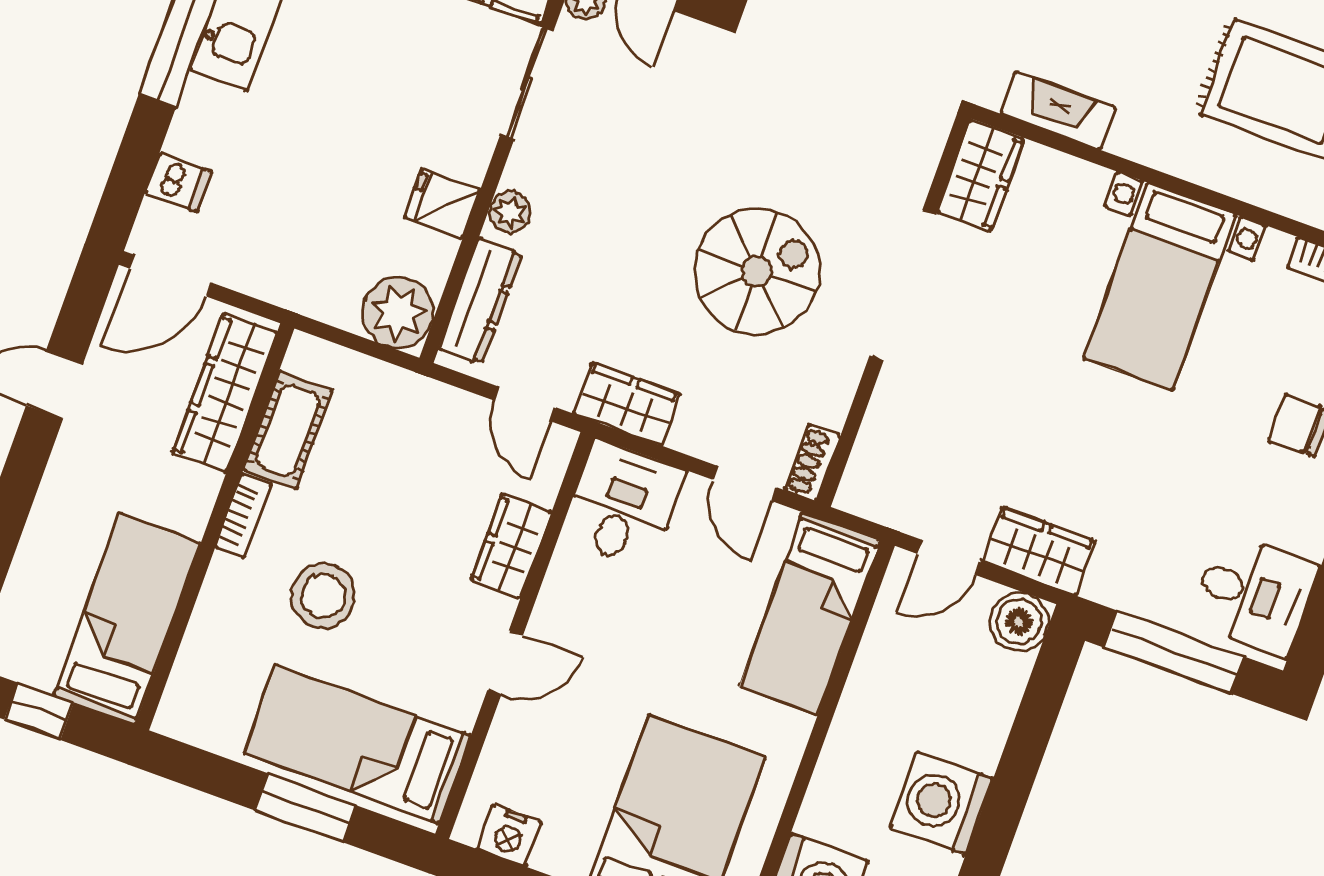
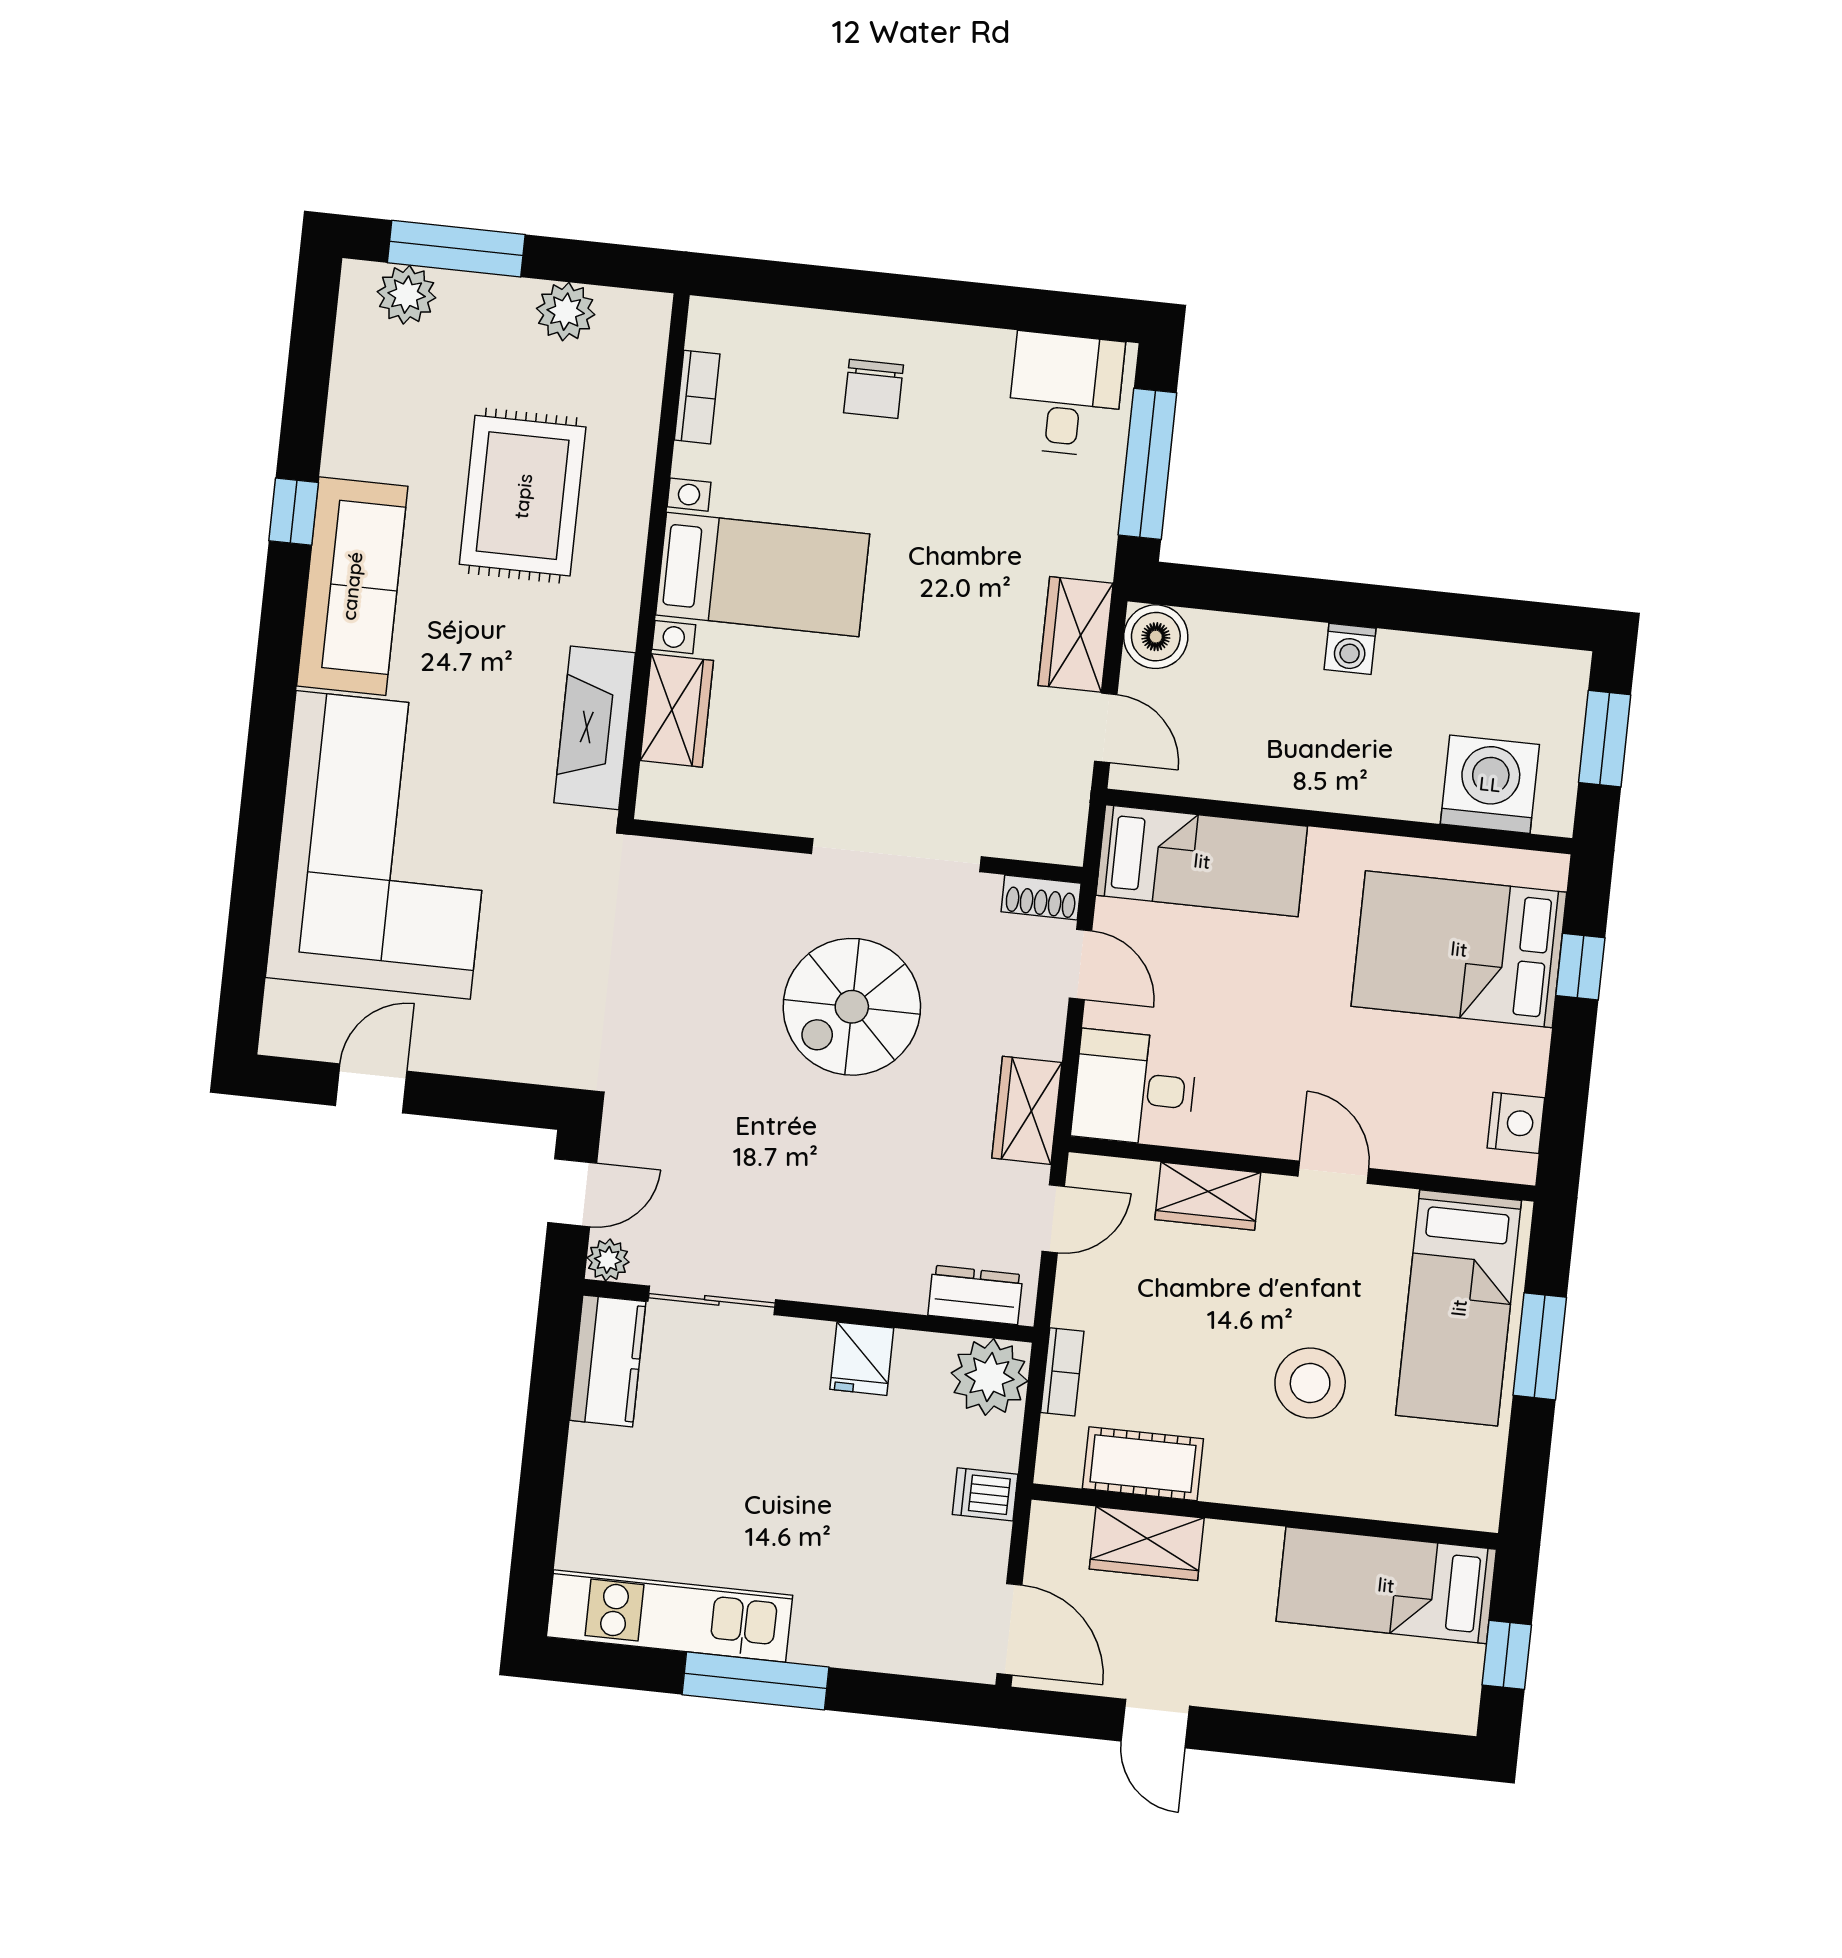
fireplace: (1058, 111) -> (595, 728), width x1.37, depth x1.32
wardrobe: (981, 176) -> (677, 710), moved, turned 90
dishwasher: (178, 182) -> (985, 1494), moved, turned -90
plant: (510, 212) -> (854, 1285), removed
spiral stairs: (757, 271) -> (852, 1007), turned -90
doorway: (903, 285) -> (896, 855), moved
dresser: (480, 301) -> (975, 1295), width x0.70
wardrobe: (225, 393) -> (1147, 1543), width x0.67
door: (745, 483) -> (1080, 964), hinge flipped
bookcase: (243, 515) -> (1062, 1372), moved, turned 90
washing machine: (941, 803) -> (1350, 649), width x0.53, depth x0.53

